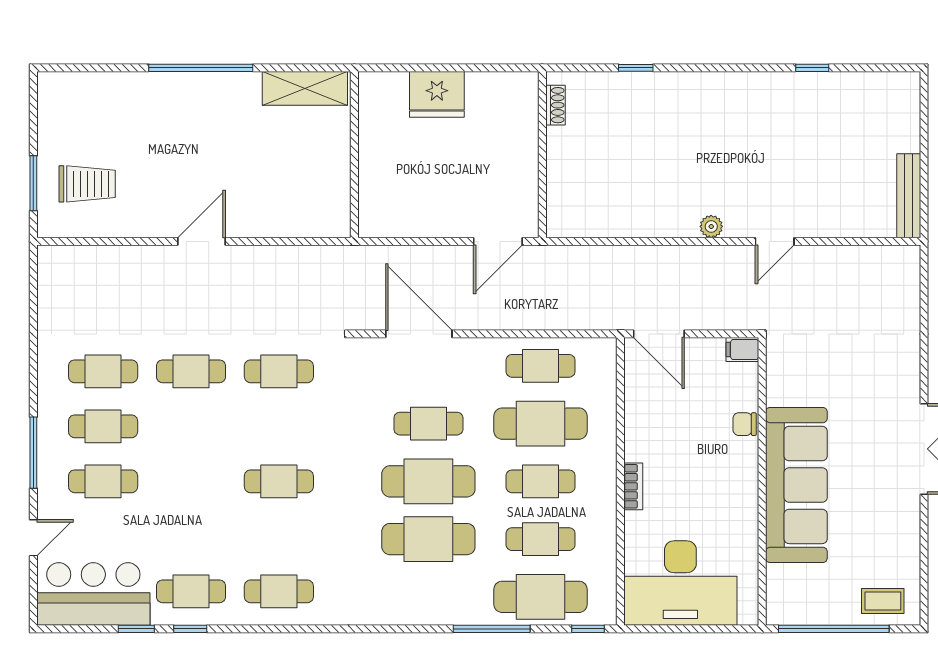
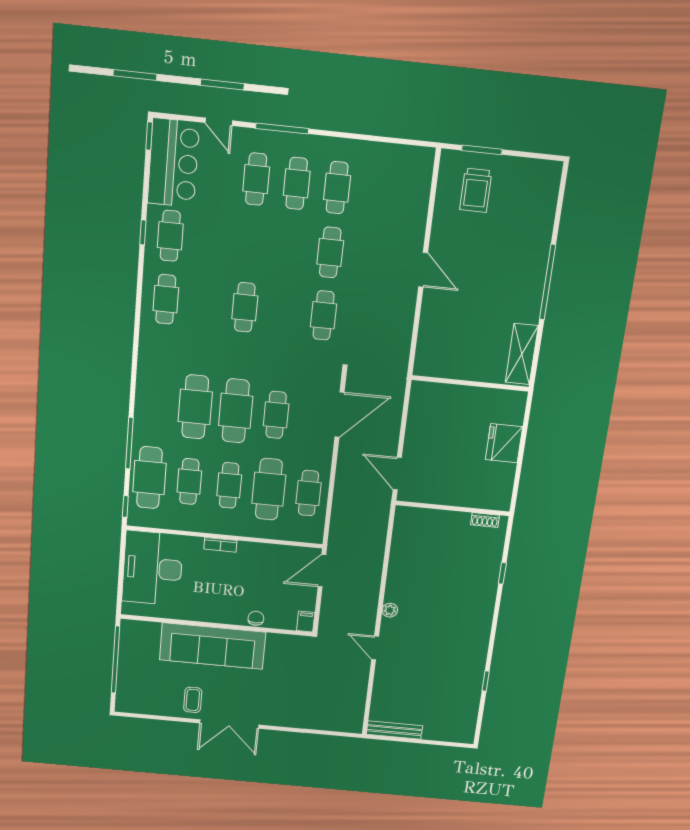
coffee table: (883, 601) -> (193, 700), moved
window: (136, 629) -> (149, 136), moved

